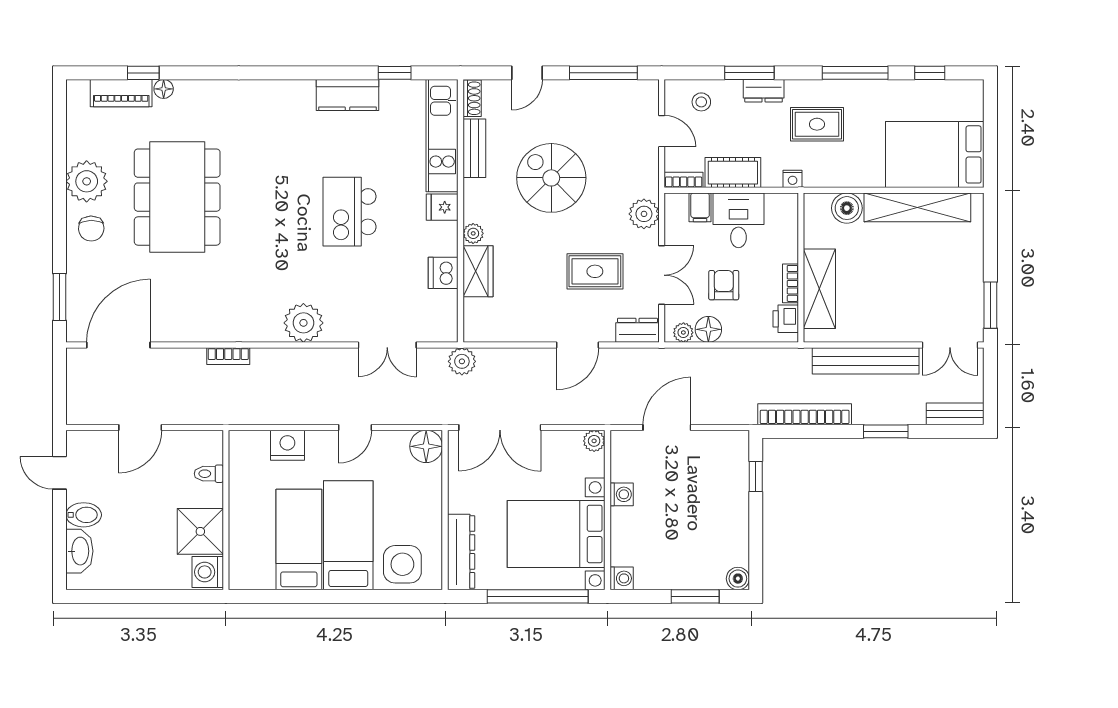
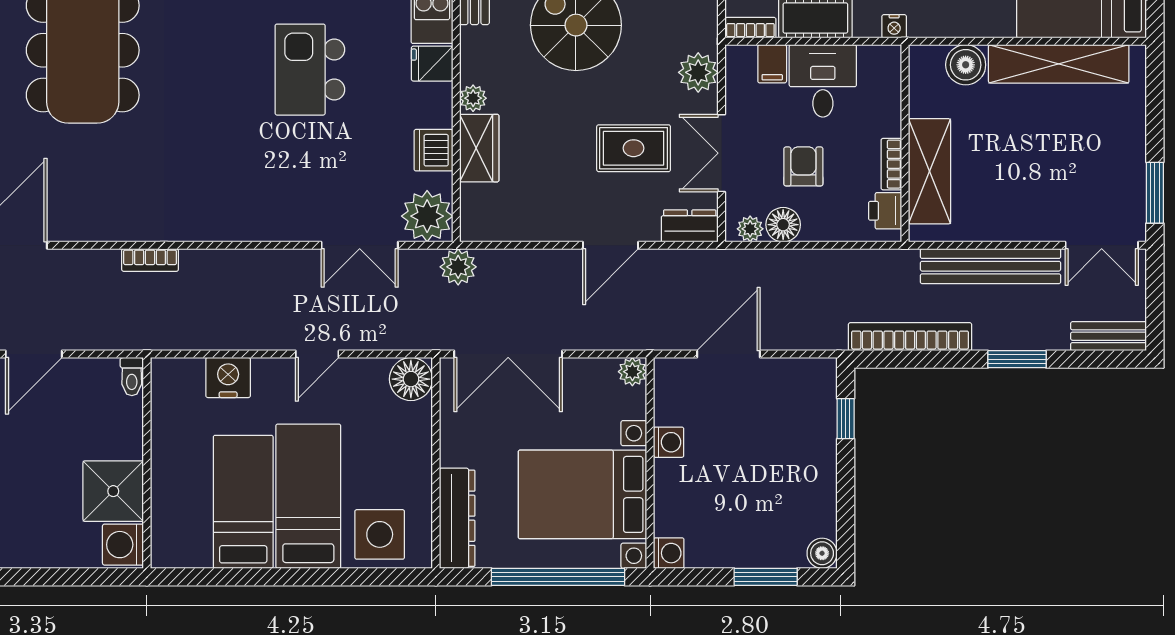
double door: (662, 275) -> (721, 153), swing flipped
plant: (303, 323) -> (427, 216), moved
toilet: (209, 474) -> (132, 377), moved, turned -90

